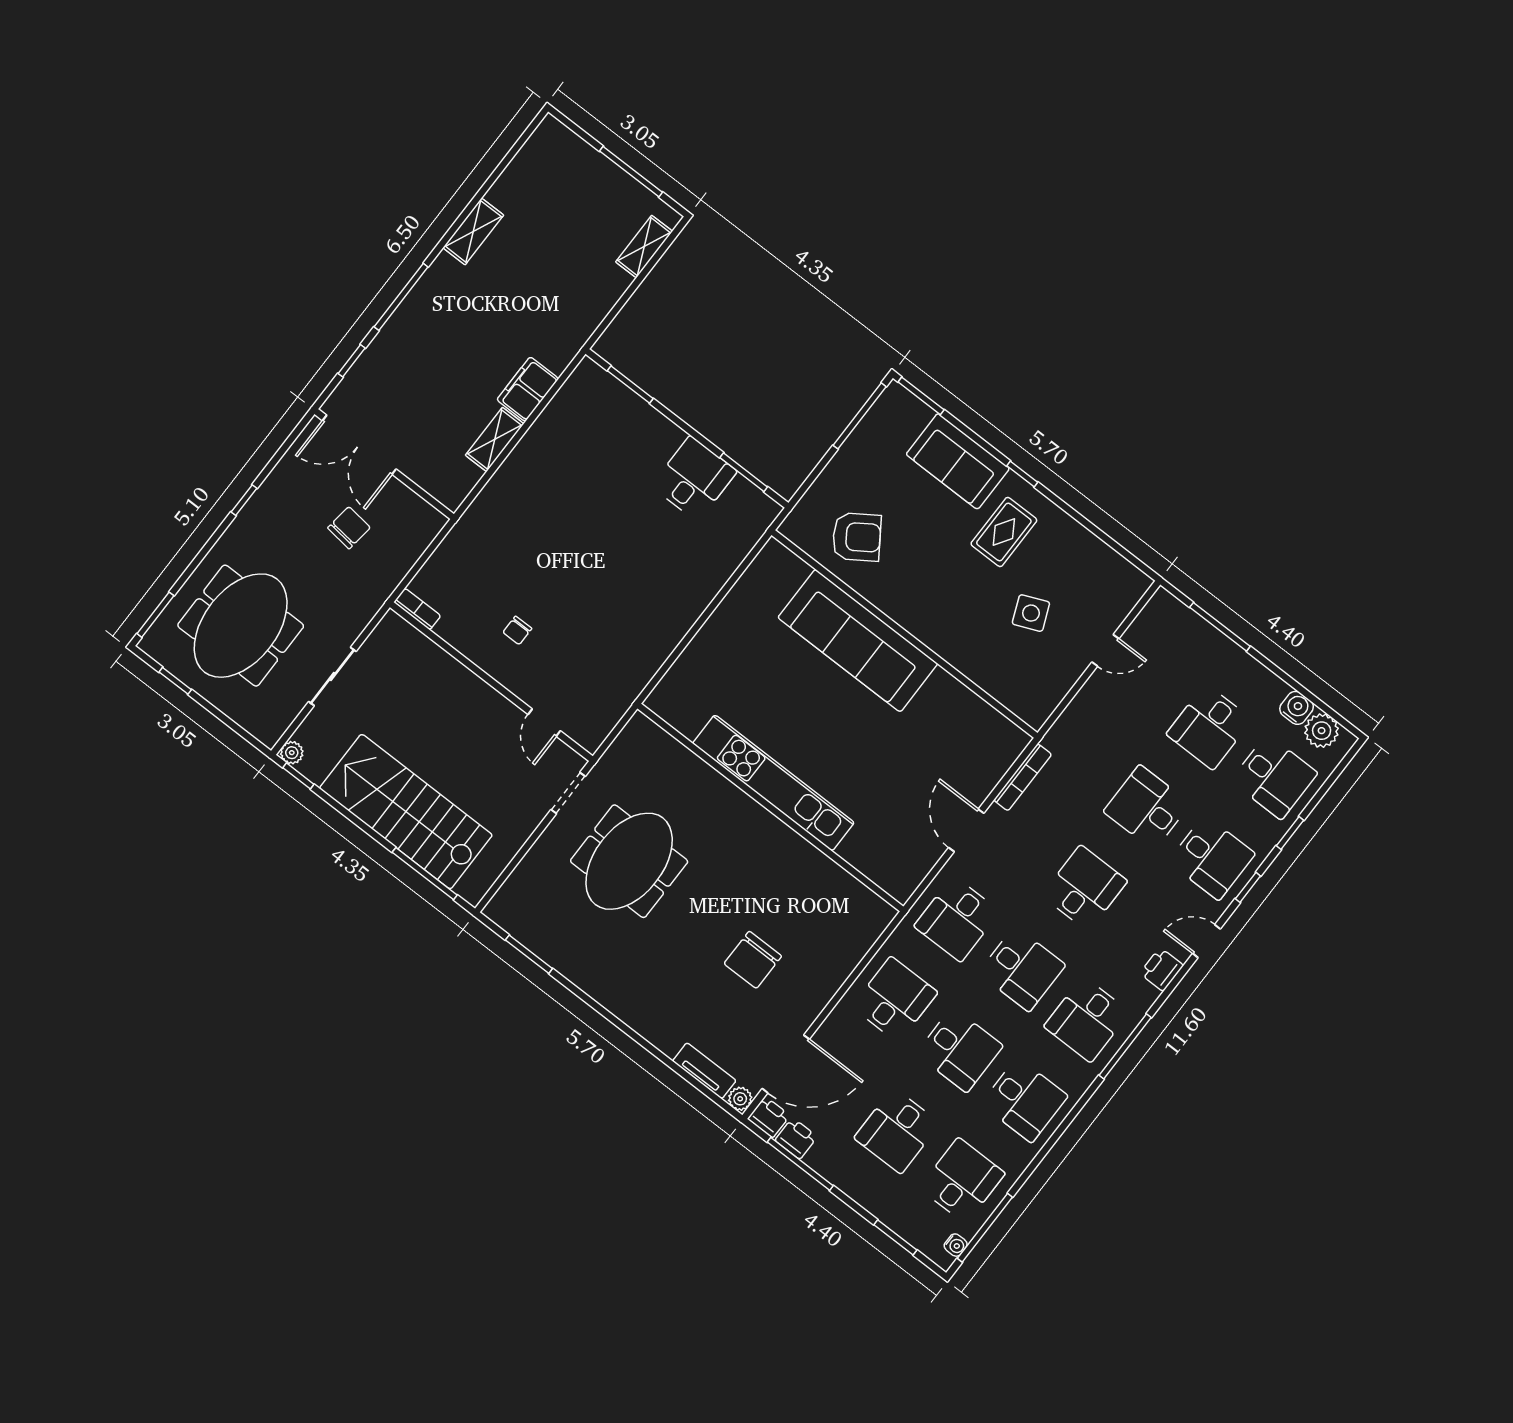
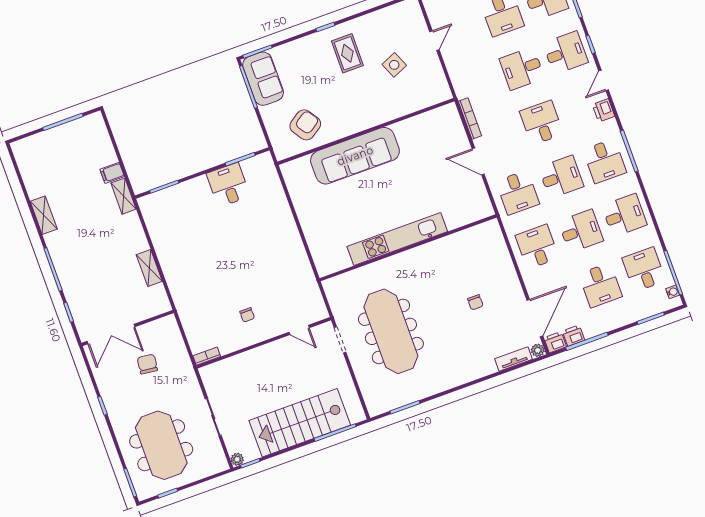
shelving: (644, 247) -> (123, 196), moved
filing cabinet: (528, 389) -> (112, 173), moved, width x0.50
sofa: (958, 461) -> (263, 79), moved, turned -90
meeting table: (629, 861) -> (391, 331), width x1.36
chair: (753, 960) -> (475, 302), width x0.54, depth x0.54

